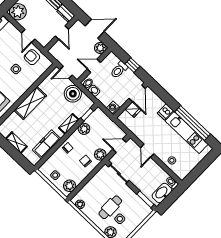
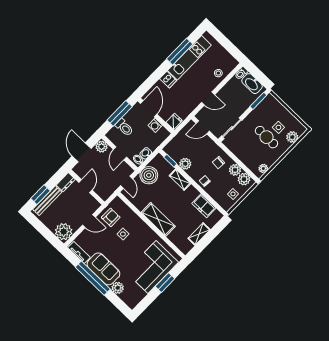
door: (62, 33) -> (86, 186), hinge flipped
armchair: (32, 57) -> (111, 217), turned 180
window: (132, 65) -> (120, 113), width x2.17
door: (137, 93) -> (149, 109), hinge flipped
washing machine: (113, 108) -> (155, 125), moved
fridge: (133, 110) -> (174, 121), moved
window: (193, 123) -> (180, 52), width x0.68
freezer: (46, 144) -> (204, 206), width x0.71
door: (119, 146) -> (203, 127), hinge flipped
plant: (100, 154) -> (235, 170), moved

